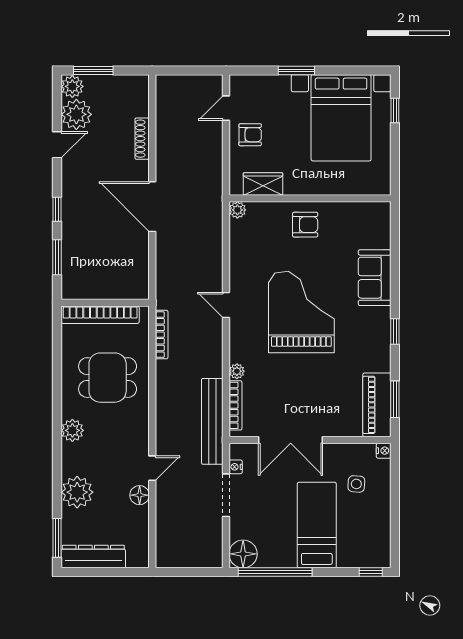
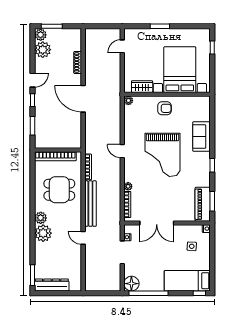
bed with nightstands: (341, 118) -> (180, 70), moved, turned 180
armchair: (250, 135) -> (135, 60), removed
door: (57, 145) -> (32, 80), moved
grand piano: (301, 312) -> (162, 155), turned 180
bench: (212, 421) -> (90, 204), moved
door: (152, 468) -> (83, 238), swing flipped
plant: (77, 492) -> (43, 233), moved
floor lamp: (140, 495) -> (76, 252), removed
bed: (317, 525) -> (187, 281), moved, turned -90

